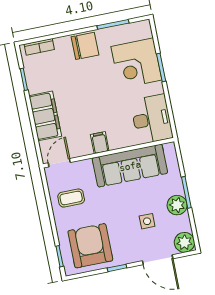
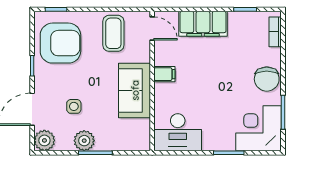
corner desk: (136, 63) -> (258, 128), moved
sofa: (130, 166) -> (135, 90), width x0.73
coffee table: (71, 198) -> (113, 33), width x1.36, depth x1.30

